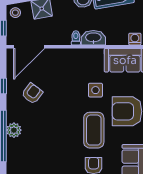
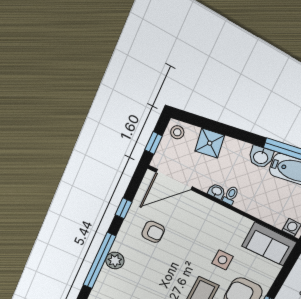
washbasin: (93, 38) -> (217, 191), moved, width x0.52, depth x0.69
armchair: (32, 93) -> (153, 232), turned 53

